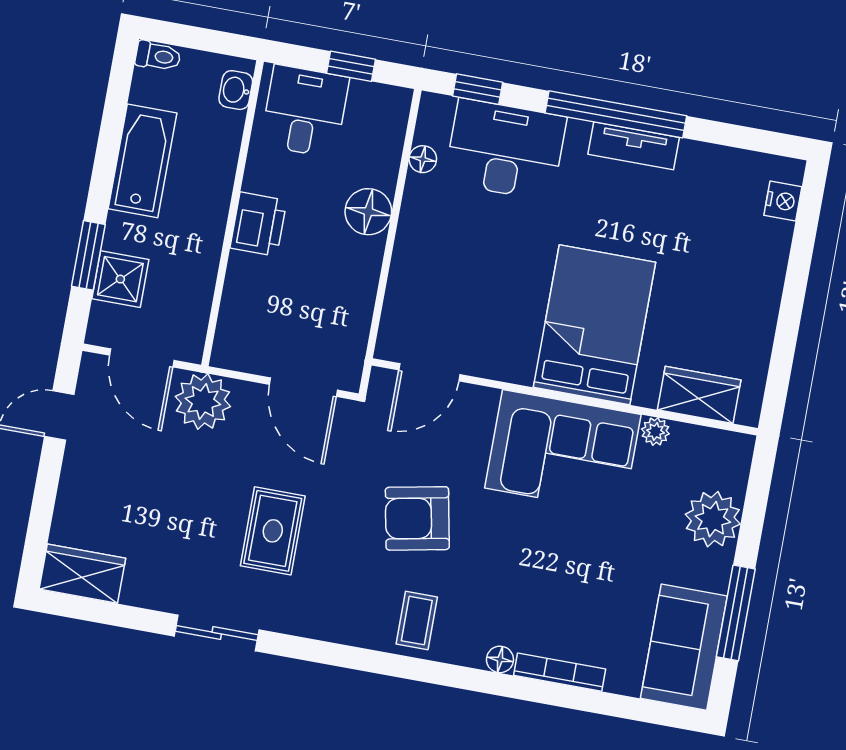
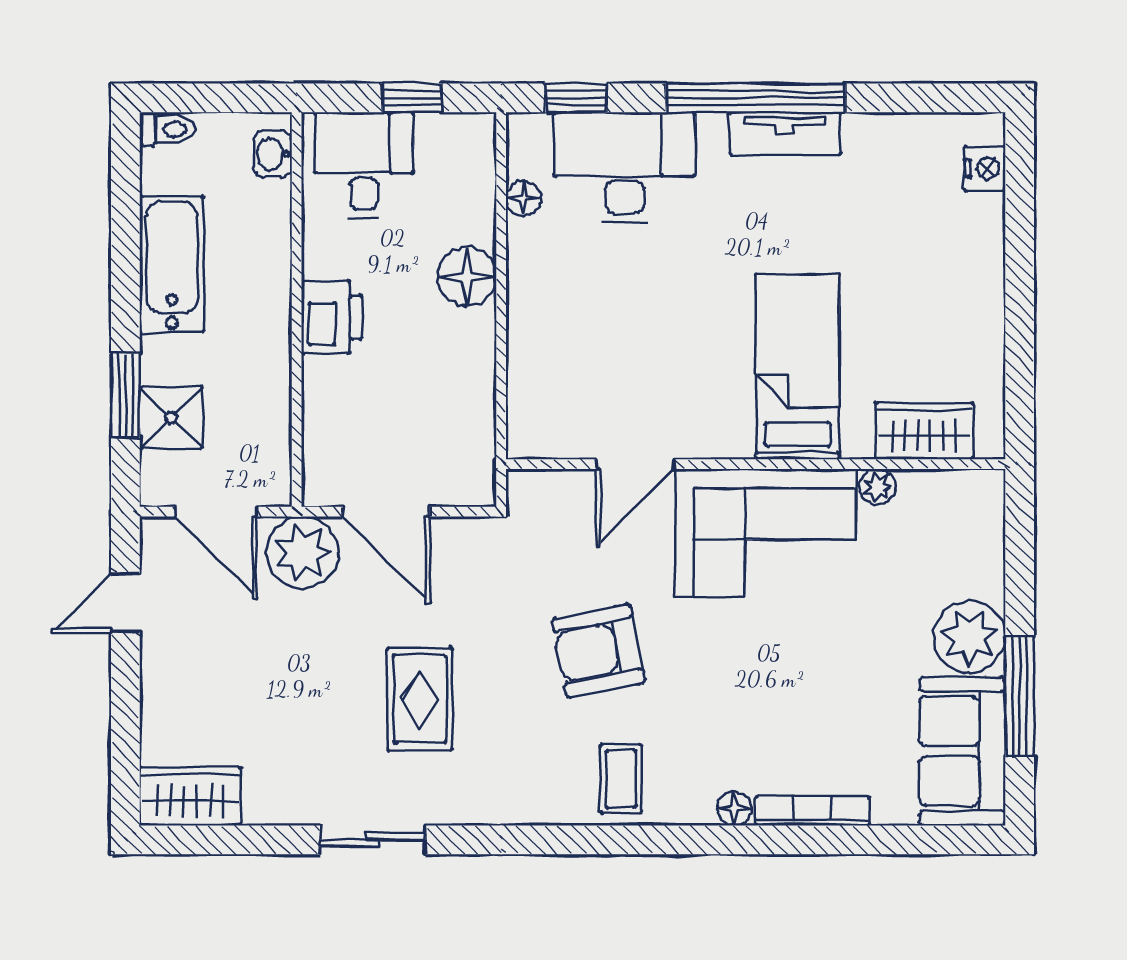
bed: (595, 325) -> (797, 367), width x0.67
door: (429, 372) -> (635, 464), moved
door: (303, 387) -> (386, 512), moved
plant: (713, 519) -> (969, 637), moved

